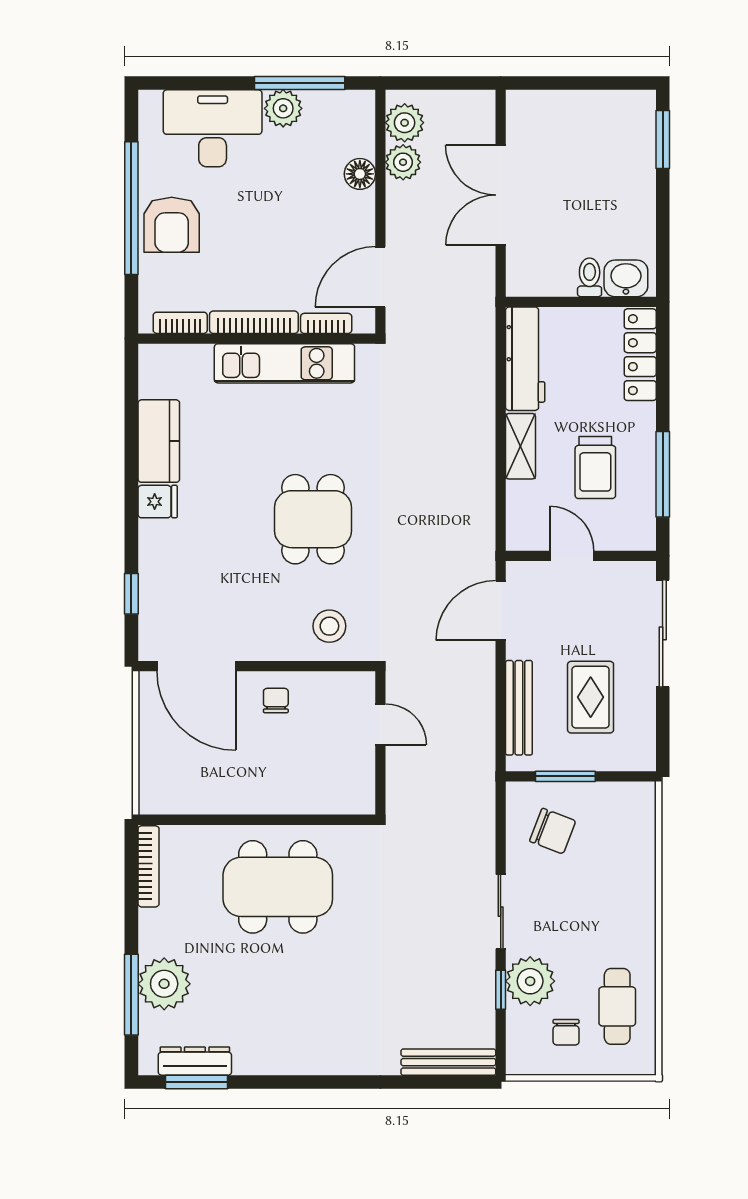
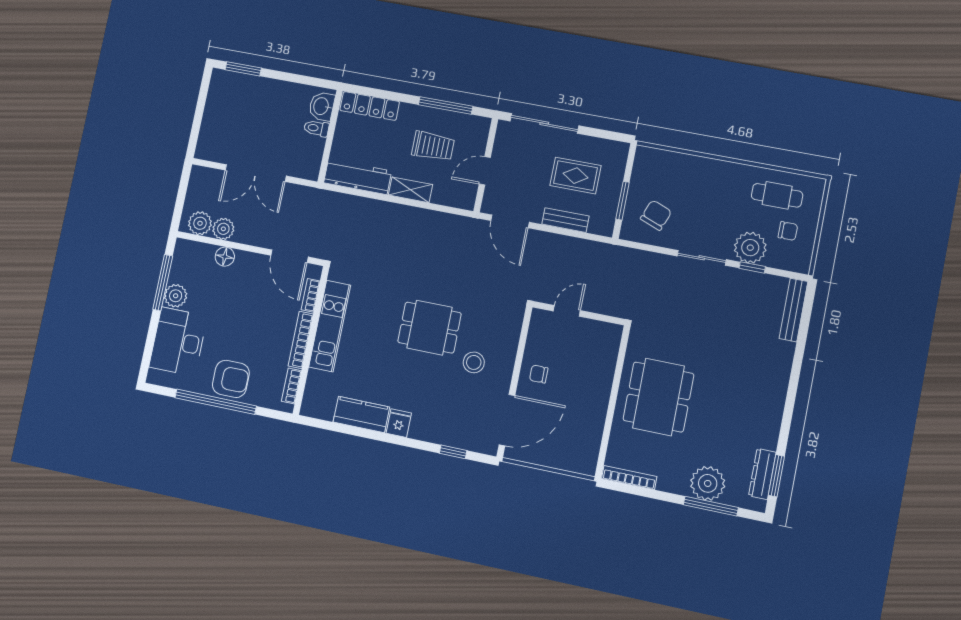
stool: (329, 626) -> (474, 362), moved
bench: (519, 708) -> (565, 220), width x0.73

